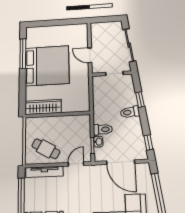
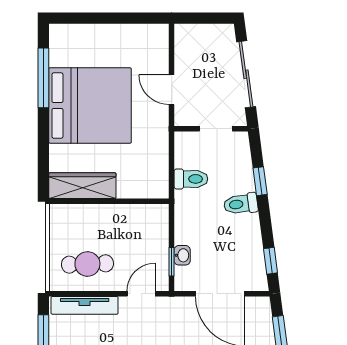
toilet: (103, 129) -> (191, 179), moved
cafe table: (46, 149) -> (87, 264), turned -32

